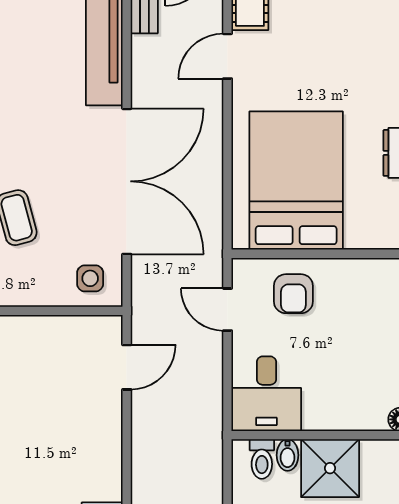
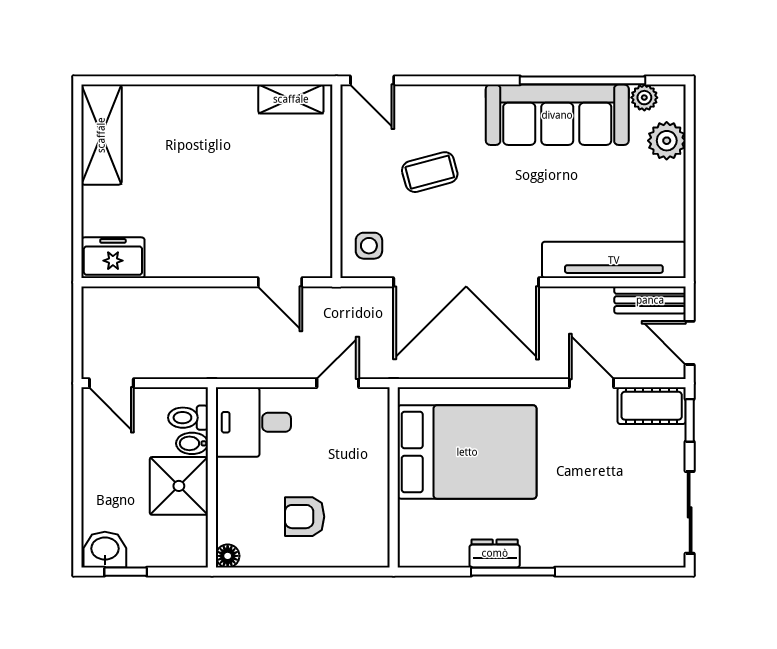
armchair: (293, 294) -> (305, 517), moved

